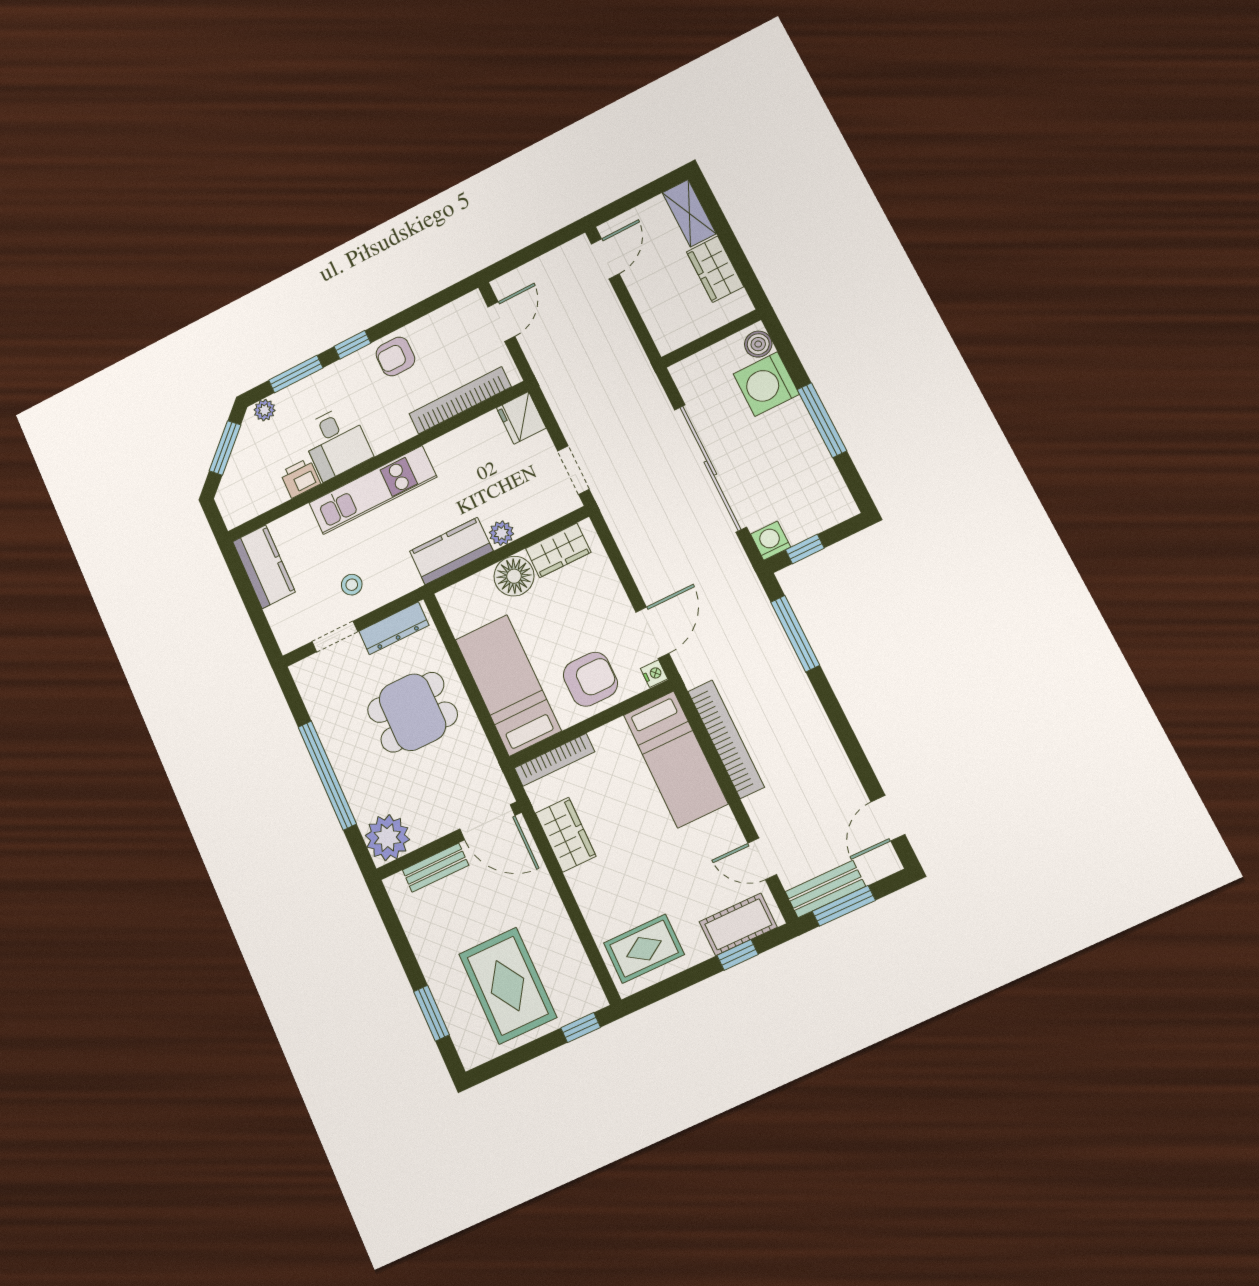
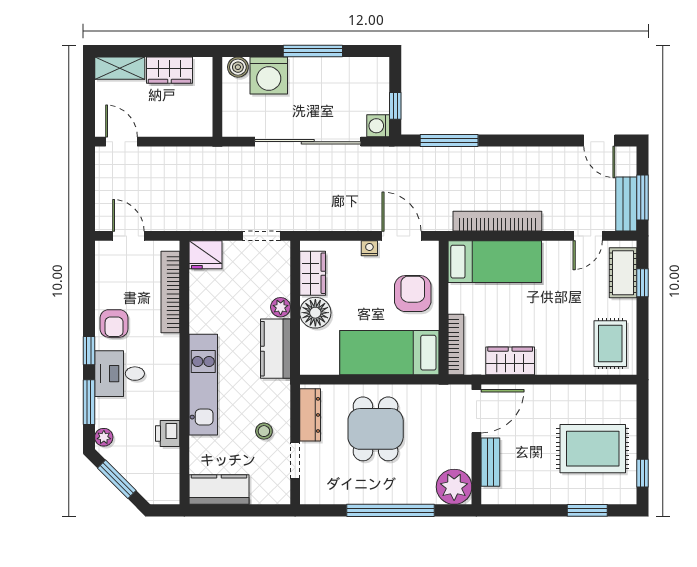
desk: (336, 442) -> (120, 374), moved, turned 180
nightstand: (654, 674) -> (369, 248), moved
window: (581, 1028) -> (643, 473), moved

